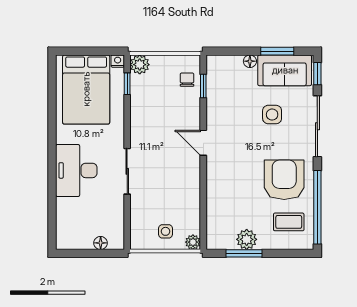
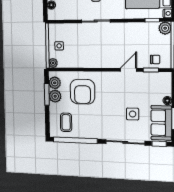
door: (203, 143) -> (129, 70), moved
armchair: (284, 180) -> (82, 92), moved, turned 90
plant: (225, 240) -> (55, 83), added

